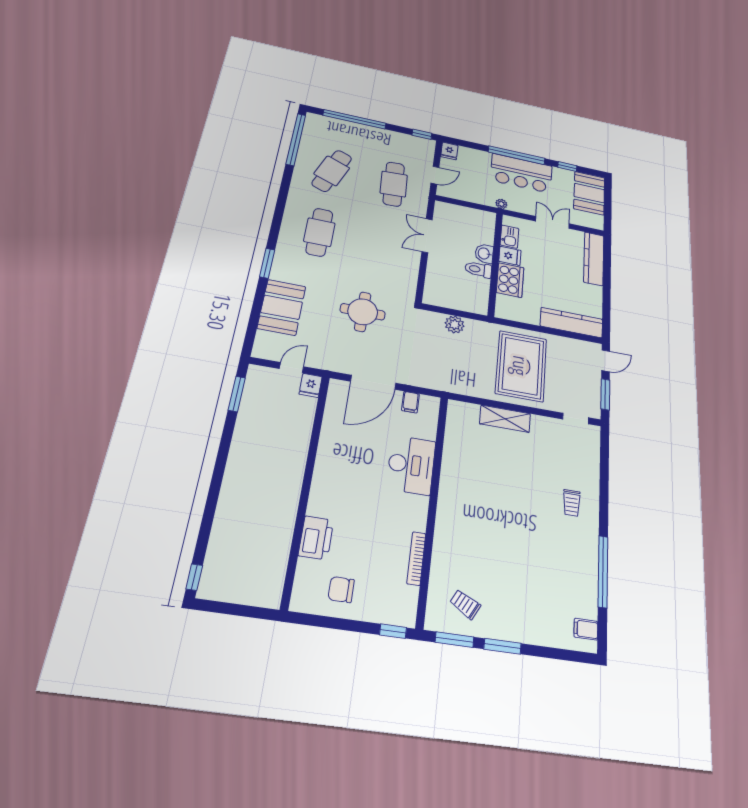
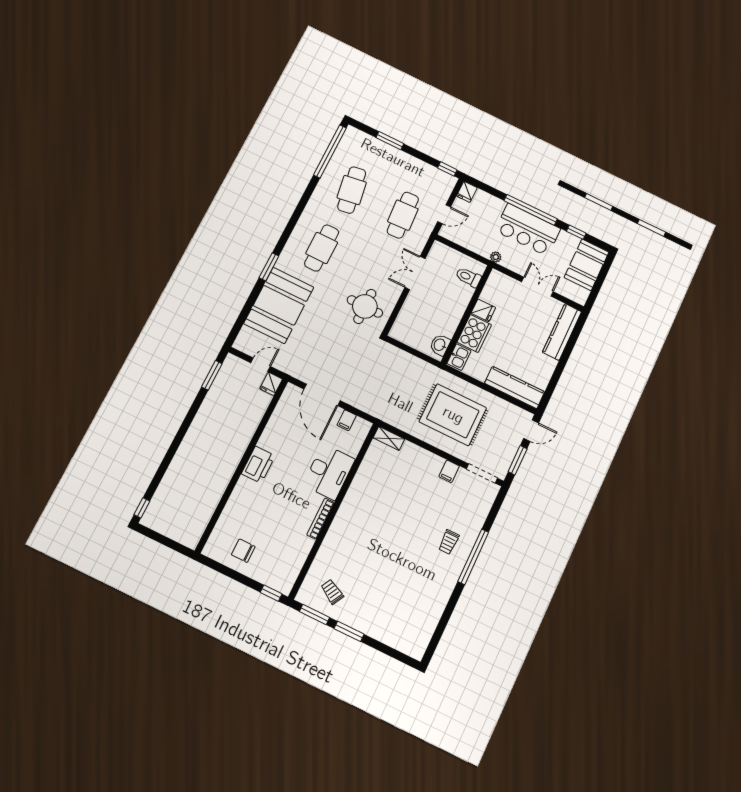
window: (355, 119) -> (390, 141), width x0.47
cafe table: (332, 171) -> (352, 190), turned -30
kitchen sink: (509, 237) -> (459, 357), moved
washbasin: (484, 254) -> (440, 345), moved
toilet: (478, 269) -> (468, 277), moved
booth: (282, 307) -> (279, 305), width x1.36, depth x1.42
round table: (363, 312) -> (365, 306), moved
plant: (455, 324) -> (409, 362), removed
rug: (521, 366) -> (453, 415), turned 90
door: (373, 382) -> (322, 395), hinge flipped
doorway: (576, 418) -> (482, 473), width x1.38
shelving: (505, 419) -> (389, 438), moved, width x0.67, depth x0.75
printer: (316, 538) -> (258, 465), moved
bookcase: (416, 558) -> (321, 519), moved
window: (603, 571) -> (473, 557), moved
filing cabinet: (586, 629) -> (449, 471), moved, turned -90

